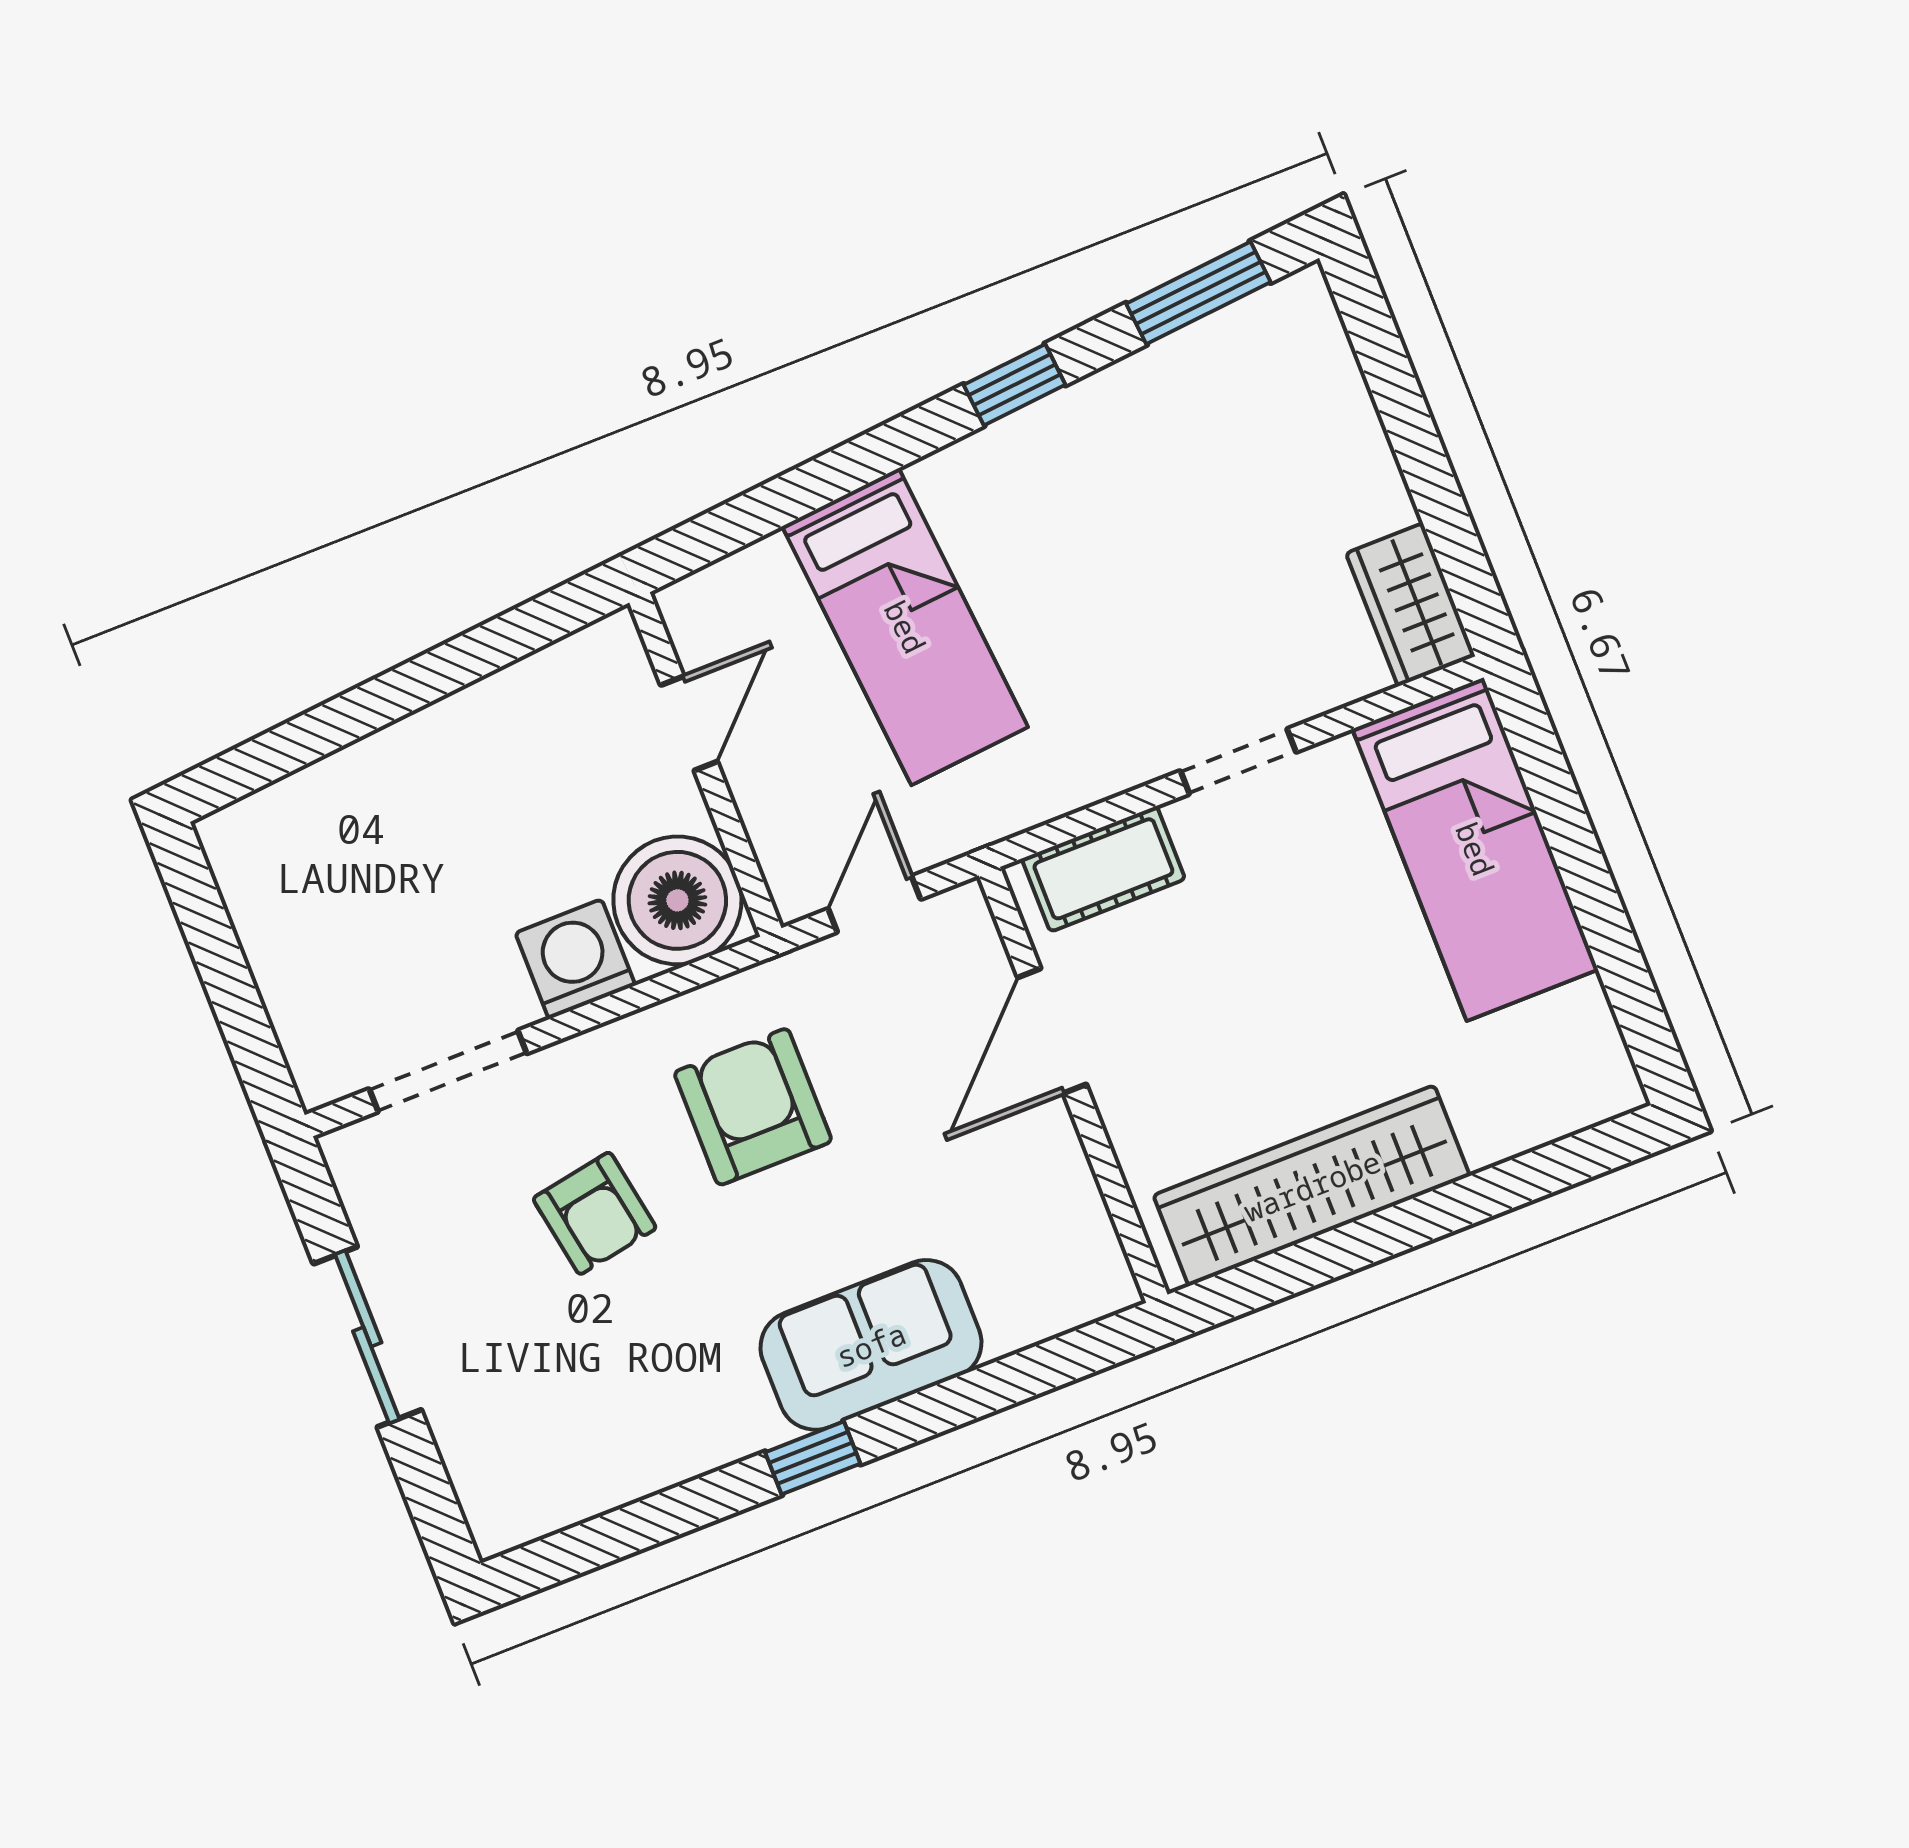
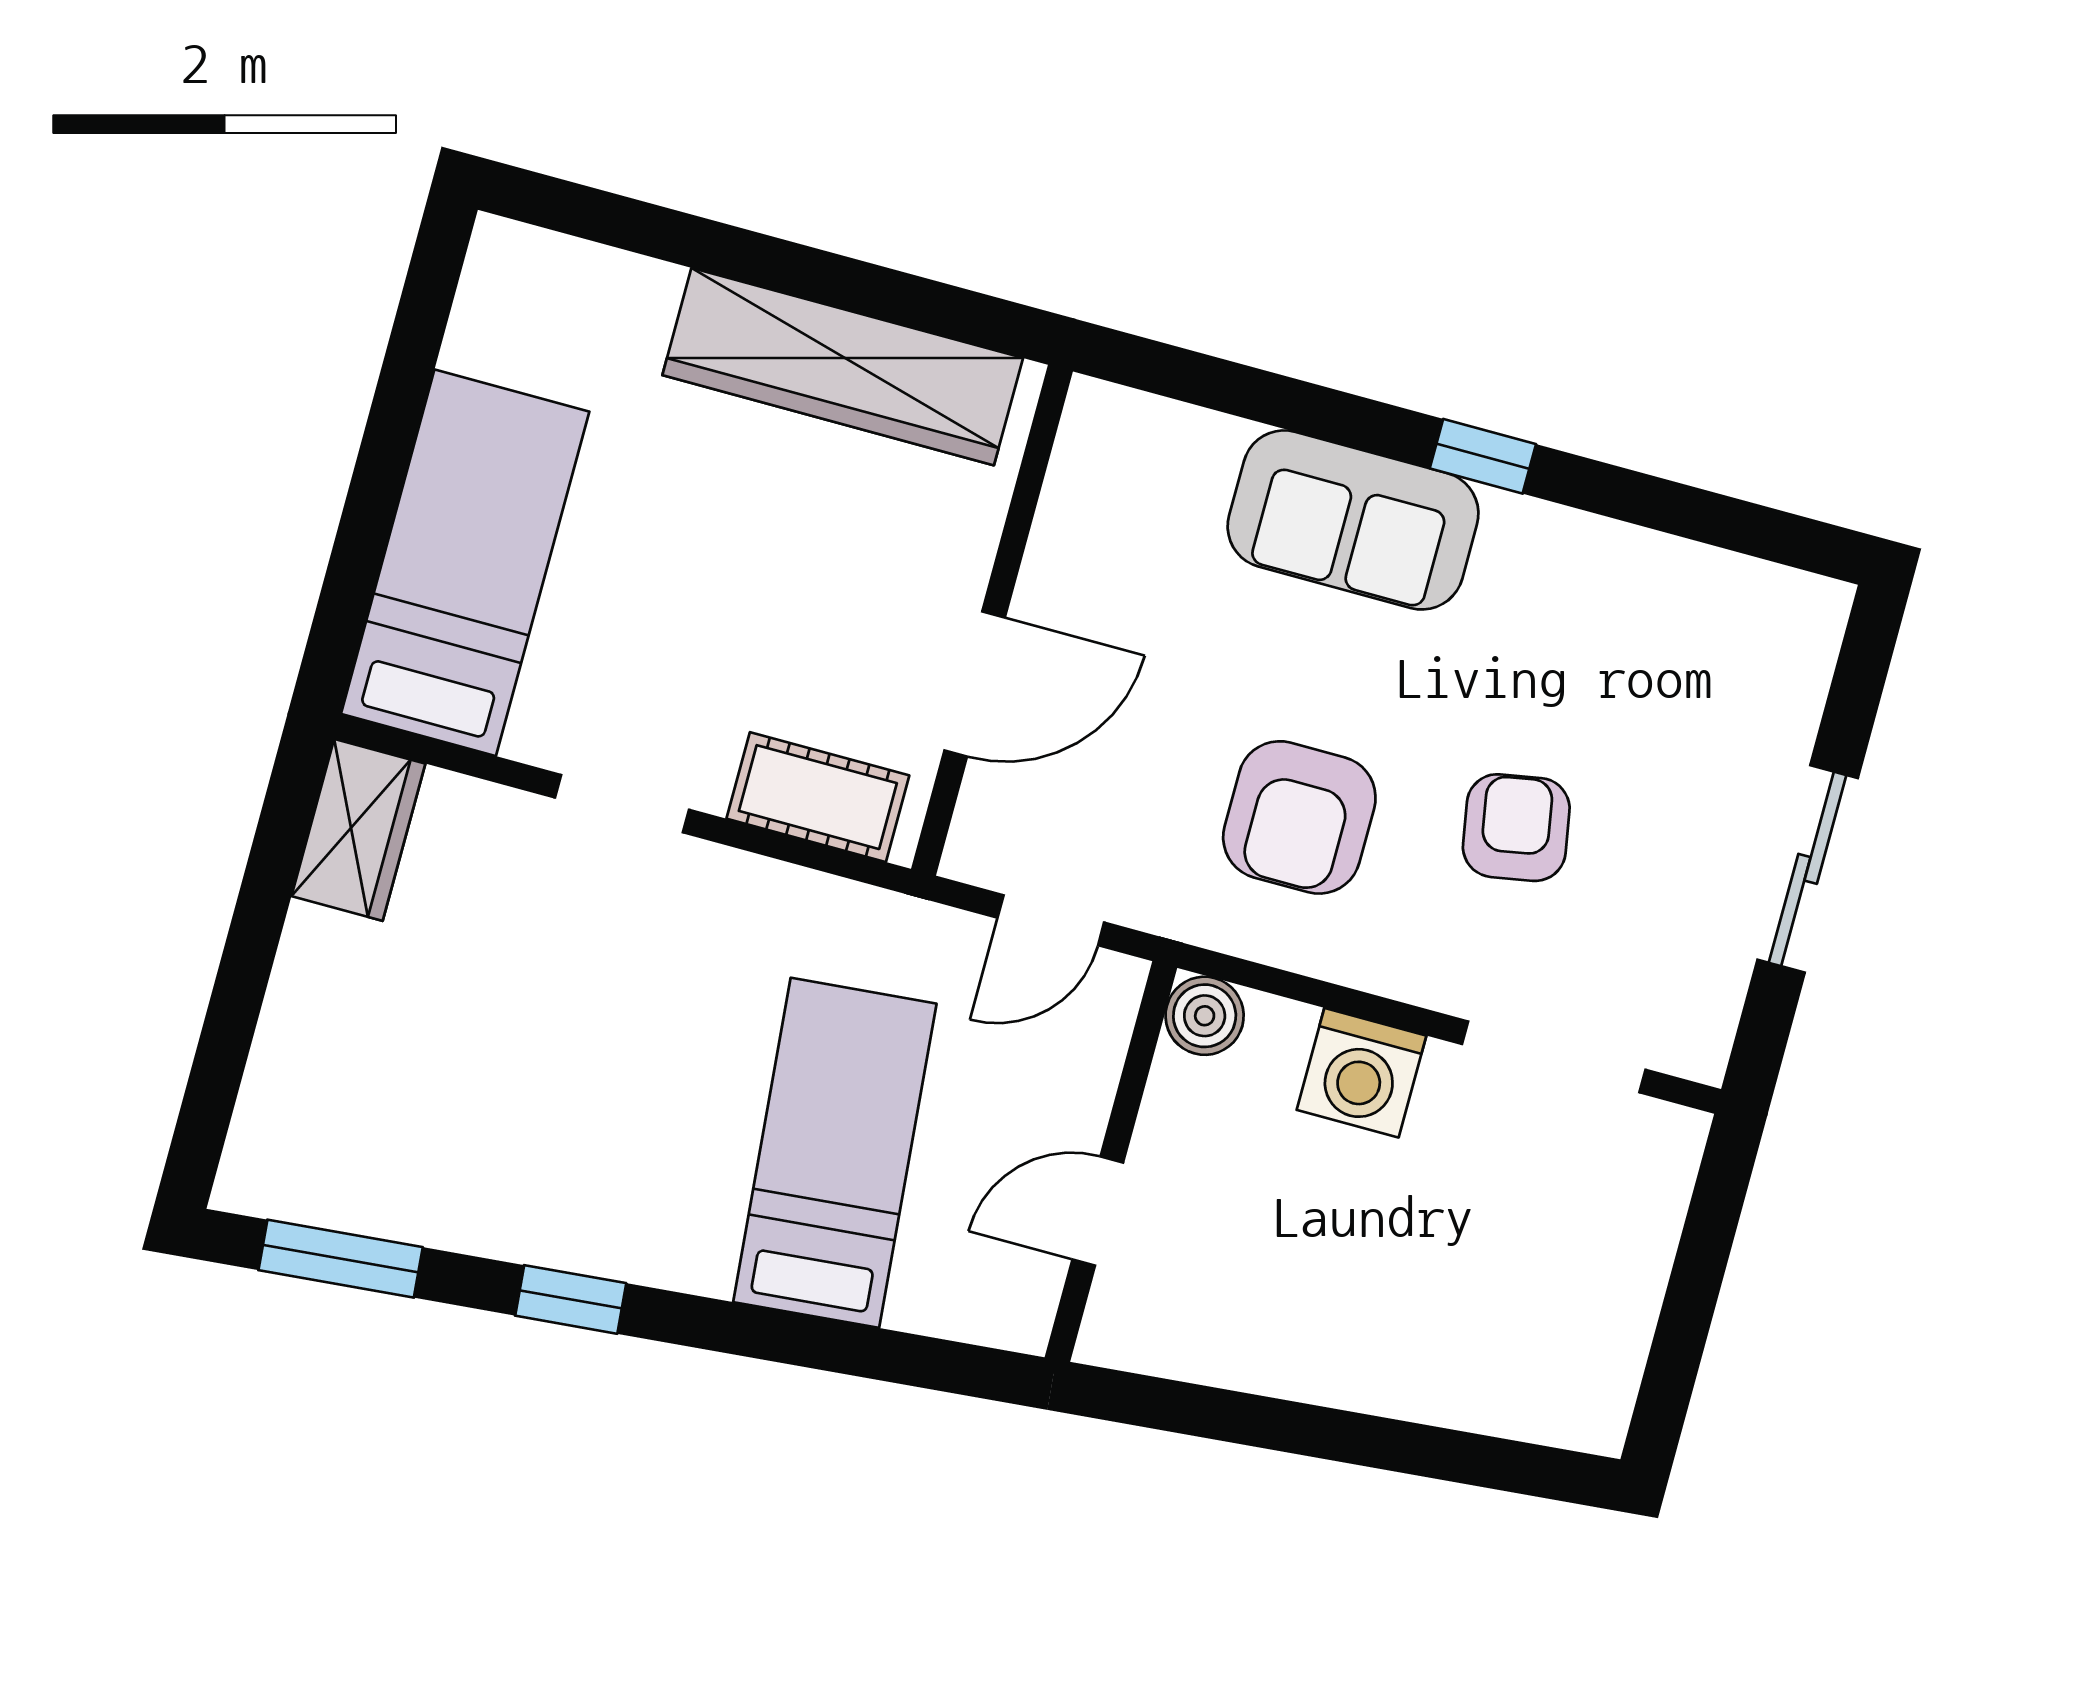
boiler: (677, 900) -> (1205, 1016), width x0.54, depth x0.54

